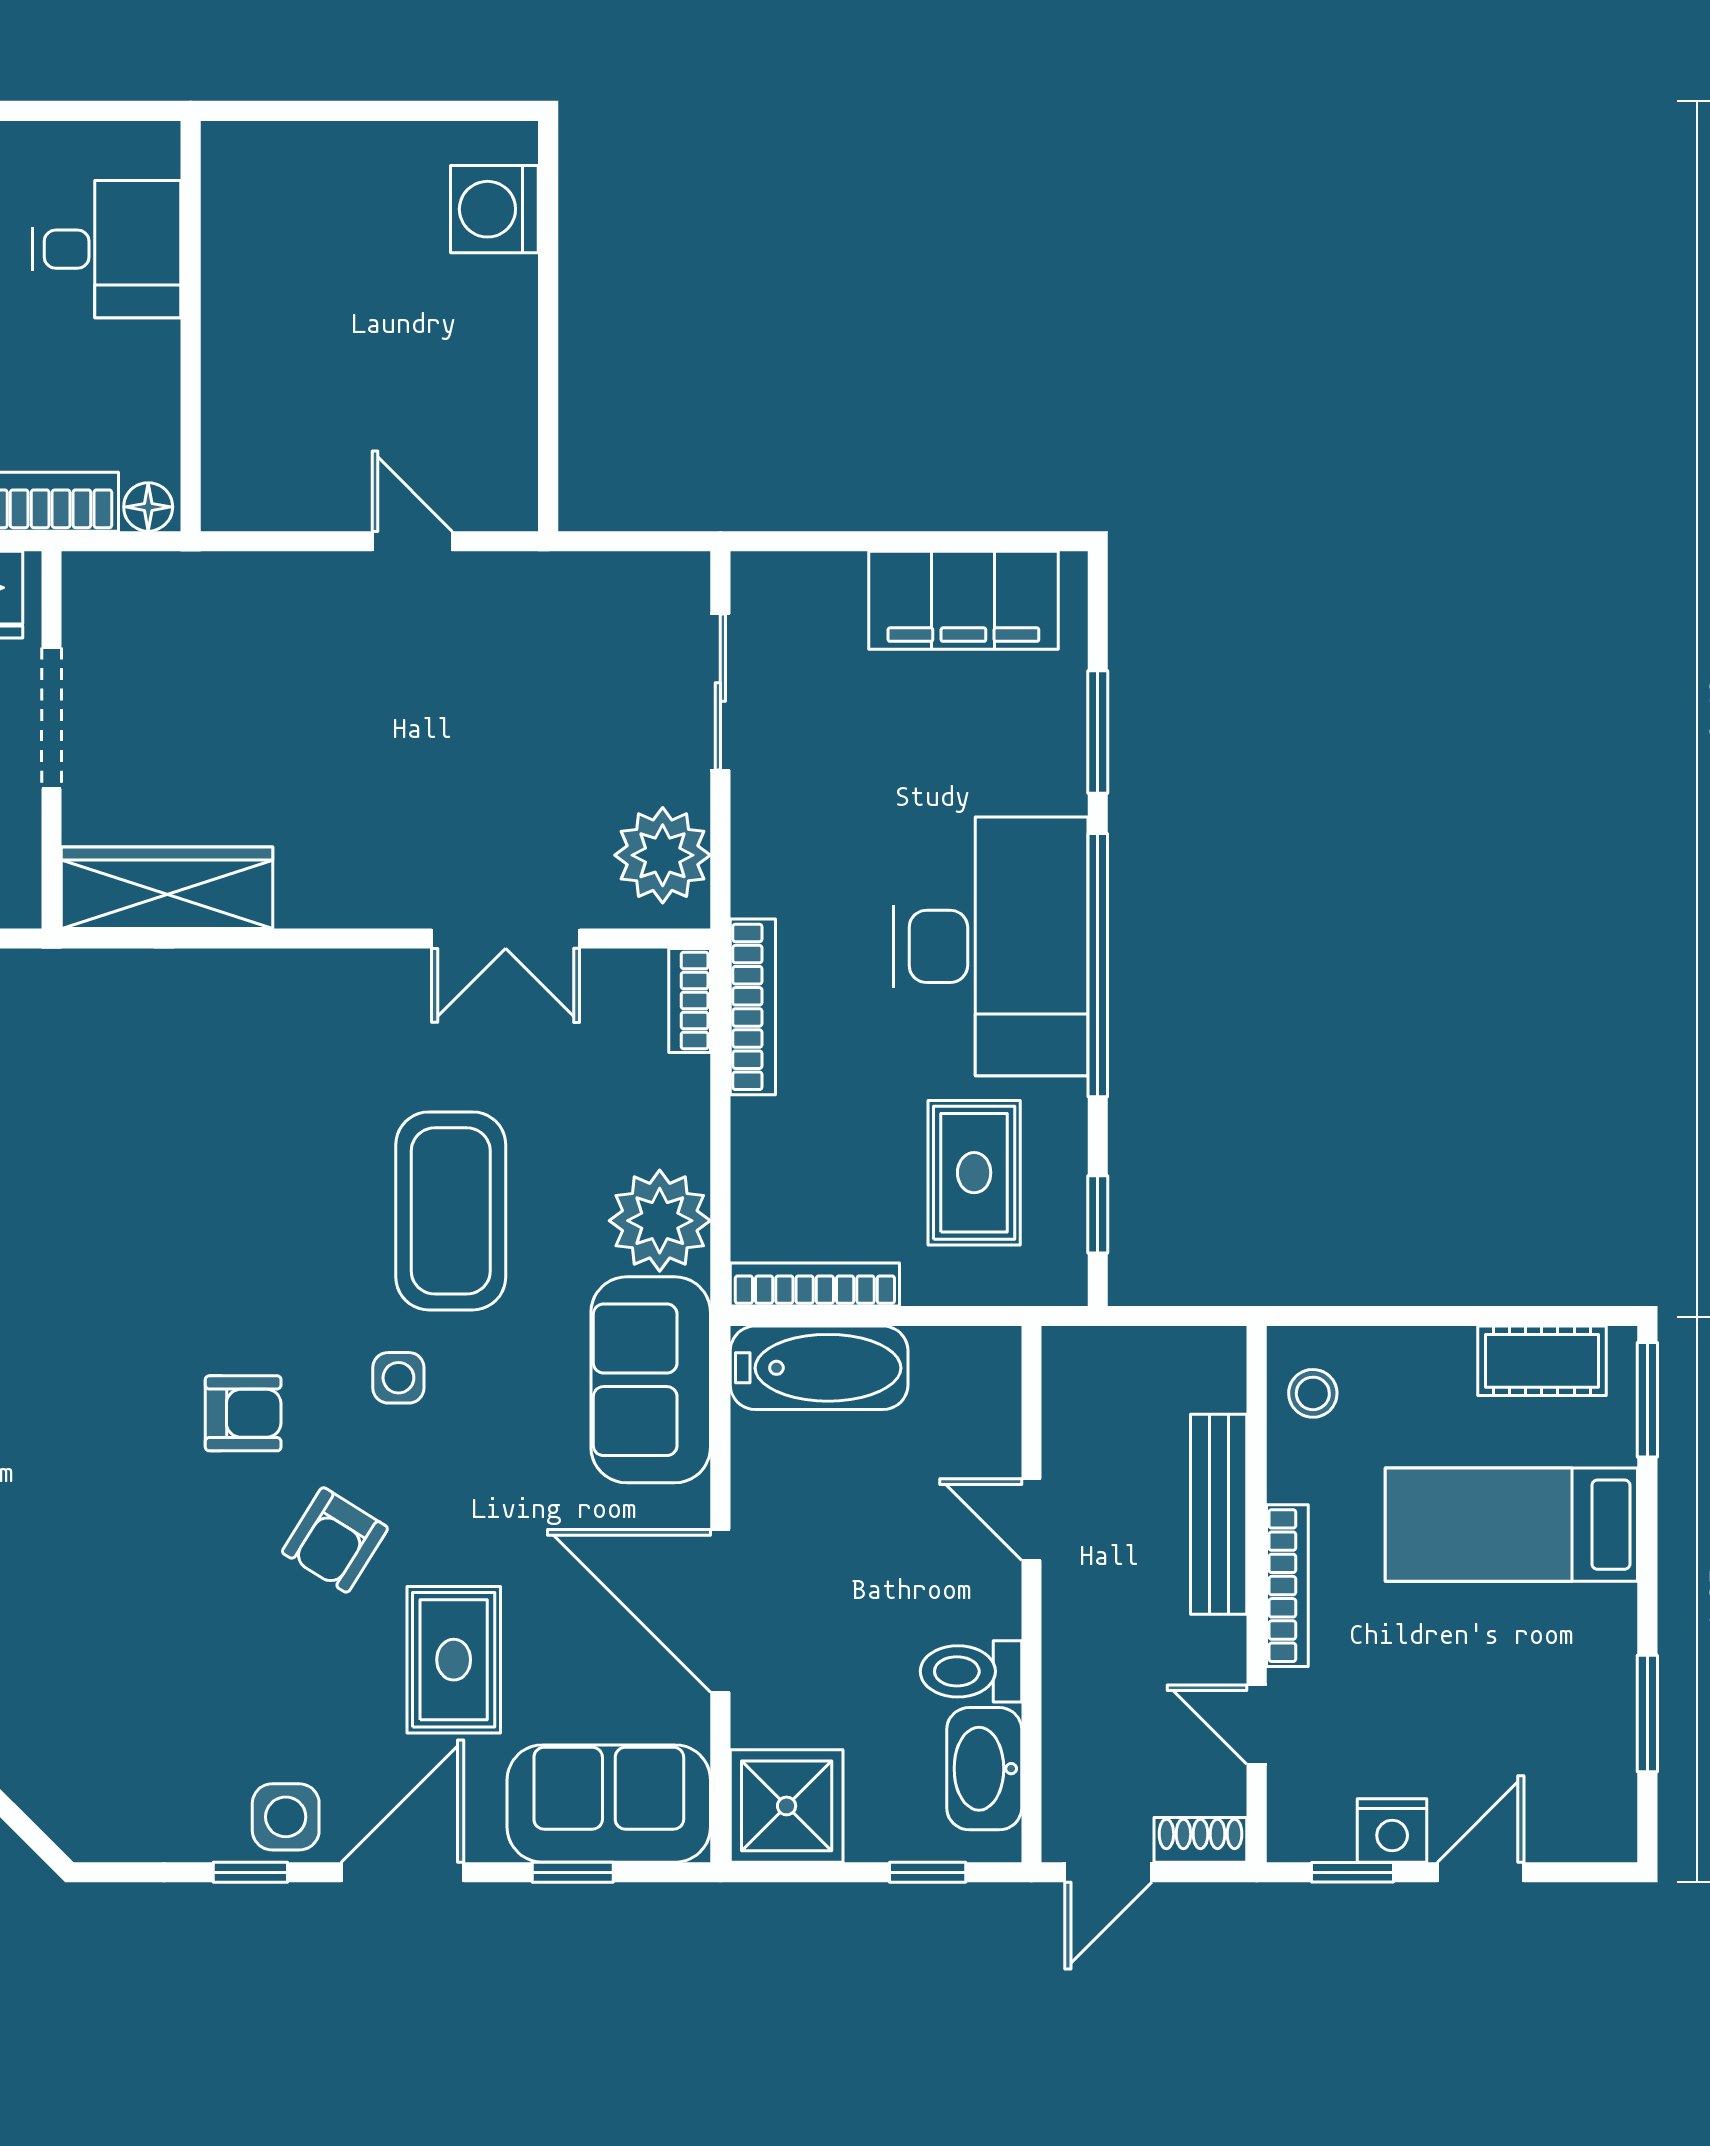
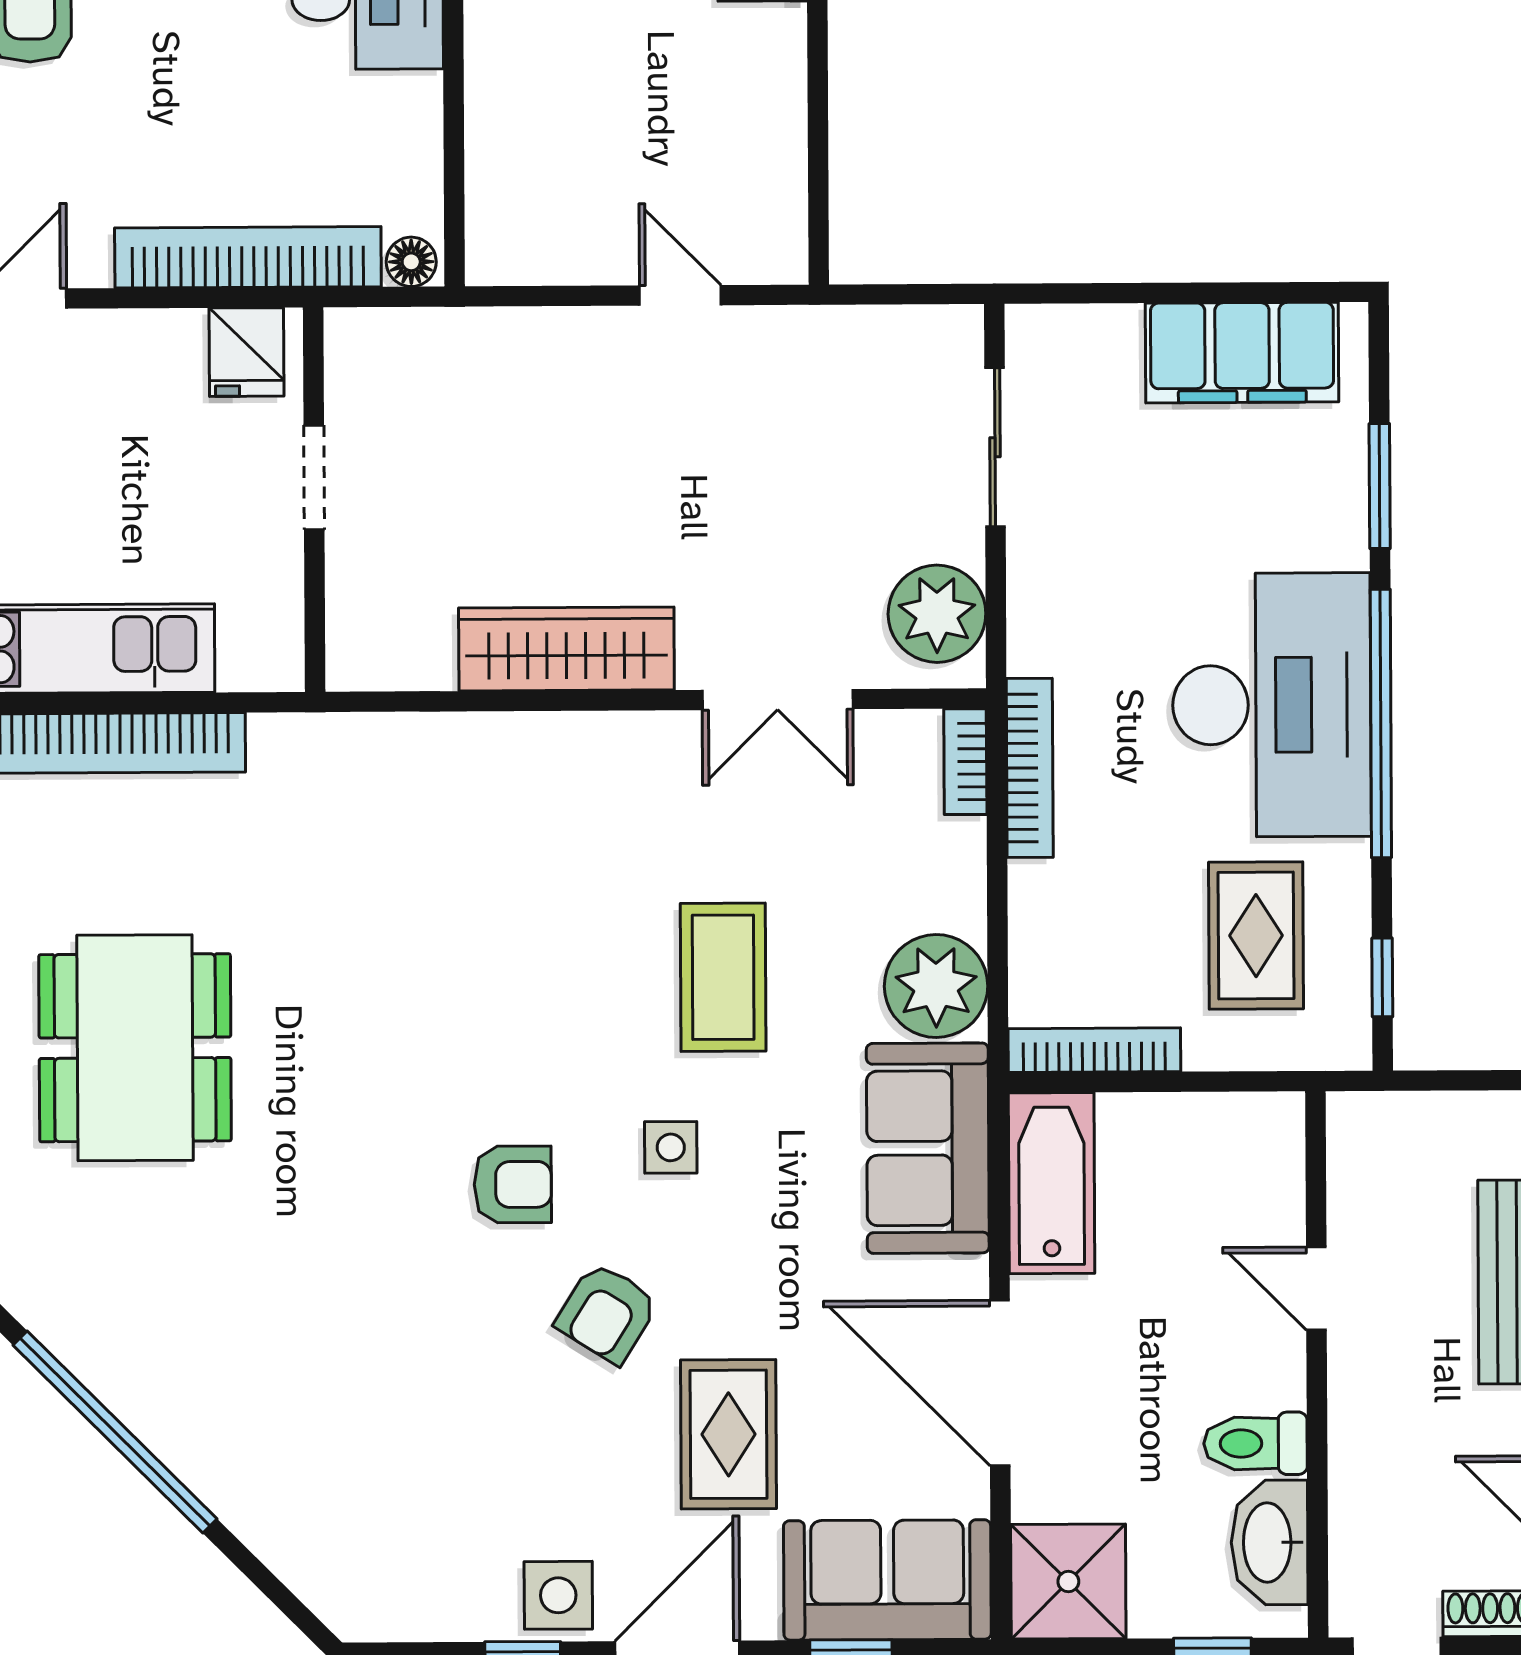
doorway: (52, 718) -> (314, 477), width x0.73
wardrobe: (167, 888) -> (566, 649), moved
coffee table: (451, 1211) -> (723, 977), width x0.73, depth x0.76
bathtub: (819, 1368) -> (1052, 1183), moved, turned -90

